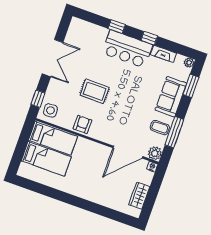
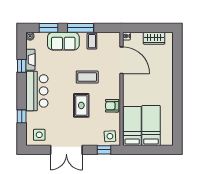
window: (117, 27) -> (22, 116), moved
side table: (79, 35) -> (39, 135), added
window: (149, 38) -> (22, 66), moved
double door: (52, 58) -> (66, 150), swing flipped
coffee table: (123, 109) -> (87, 77), added
window: (174, 132) -> (80, 28), moved
plant: (155, 153) -> (115, 38), removed

